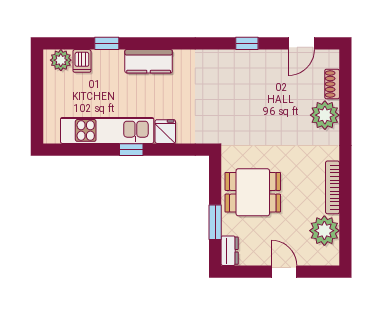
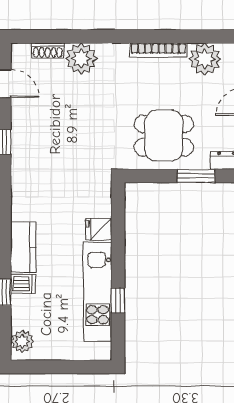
dishwasher: (82, 61) -> (23, 284), moved
window: (131, 150) -> (118, 300), moved
dining table: (253, 192) -> (164, 136), turned 90

